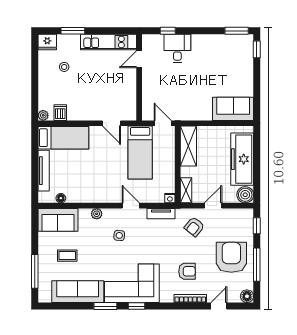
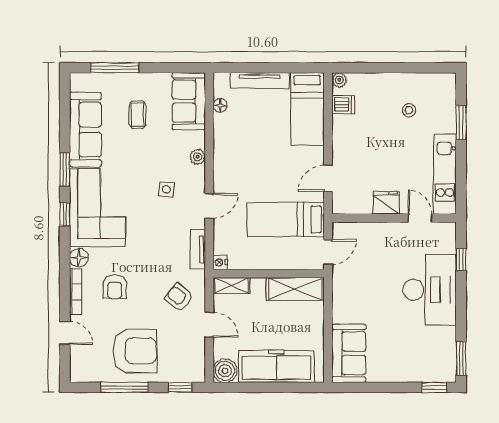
fridge: (47, 42) -> (386, 203), moved, turned 90
desk: (177, 48) -> (430, 290), width x1.87, depth x1.30
floor lamp: (247, 296) -> (79, 258), moved

